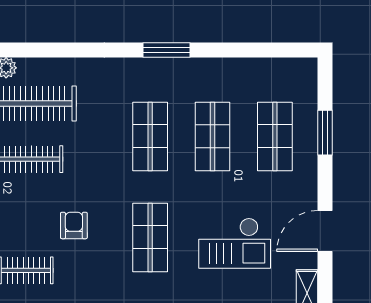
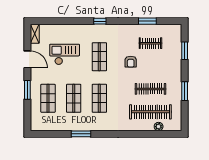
window: (167, 50) -> (81, 134), moved
window: (325, 133) -> (27, 90), moved
door: (325, 231) -> (27, 59), hinge flipped

